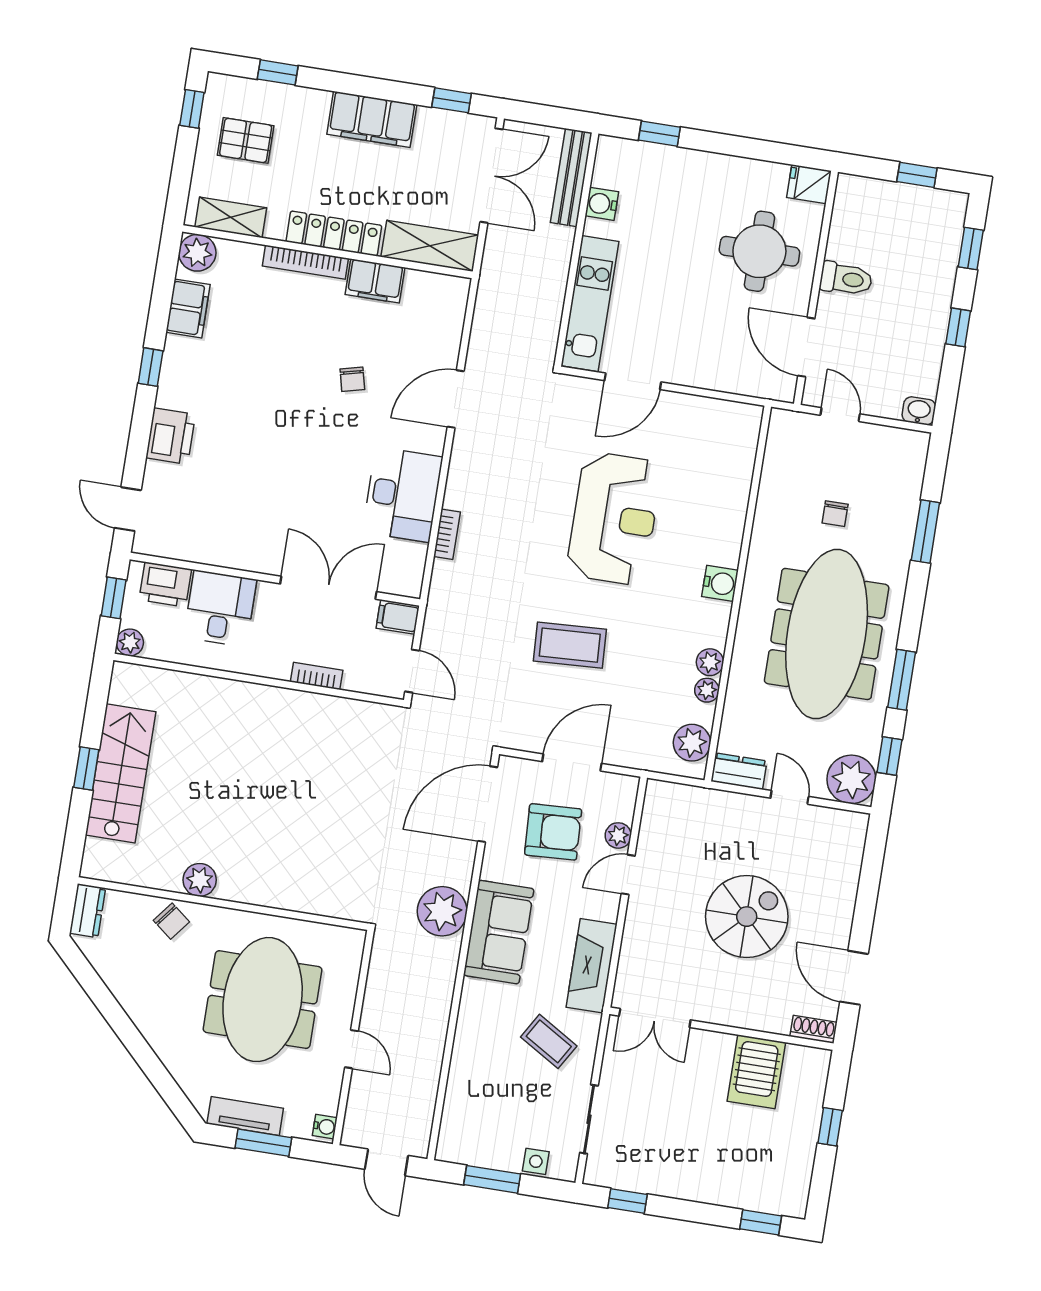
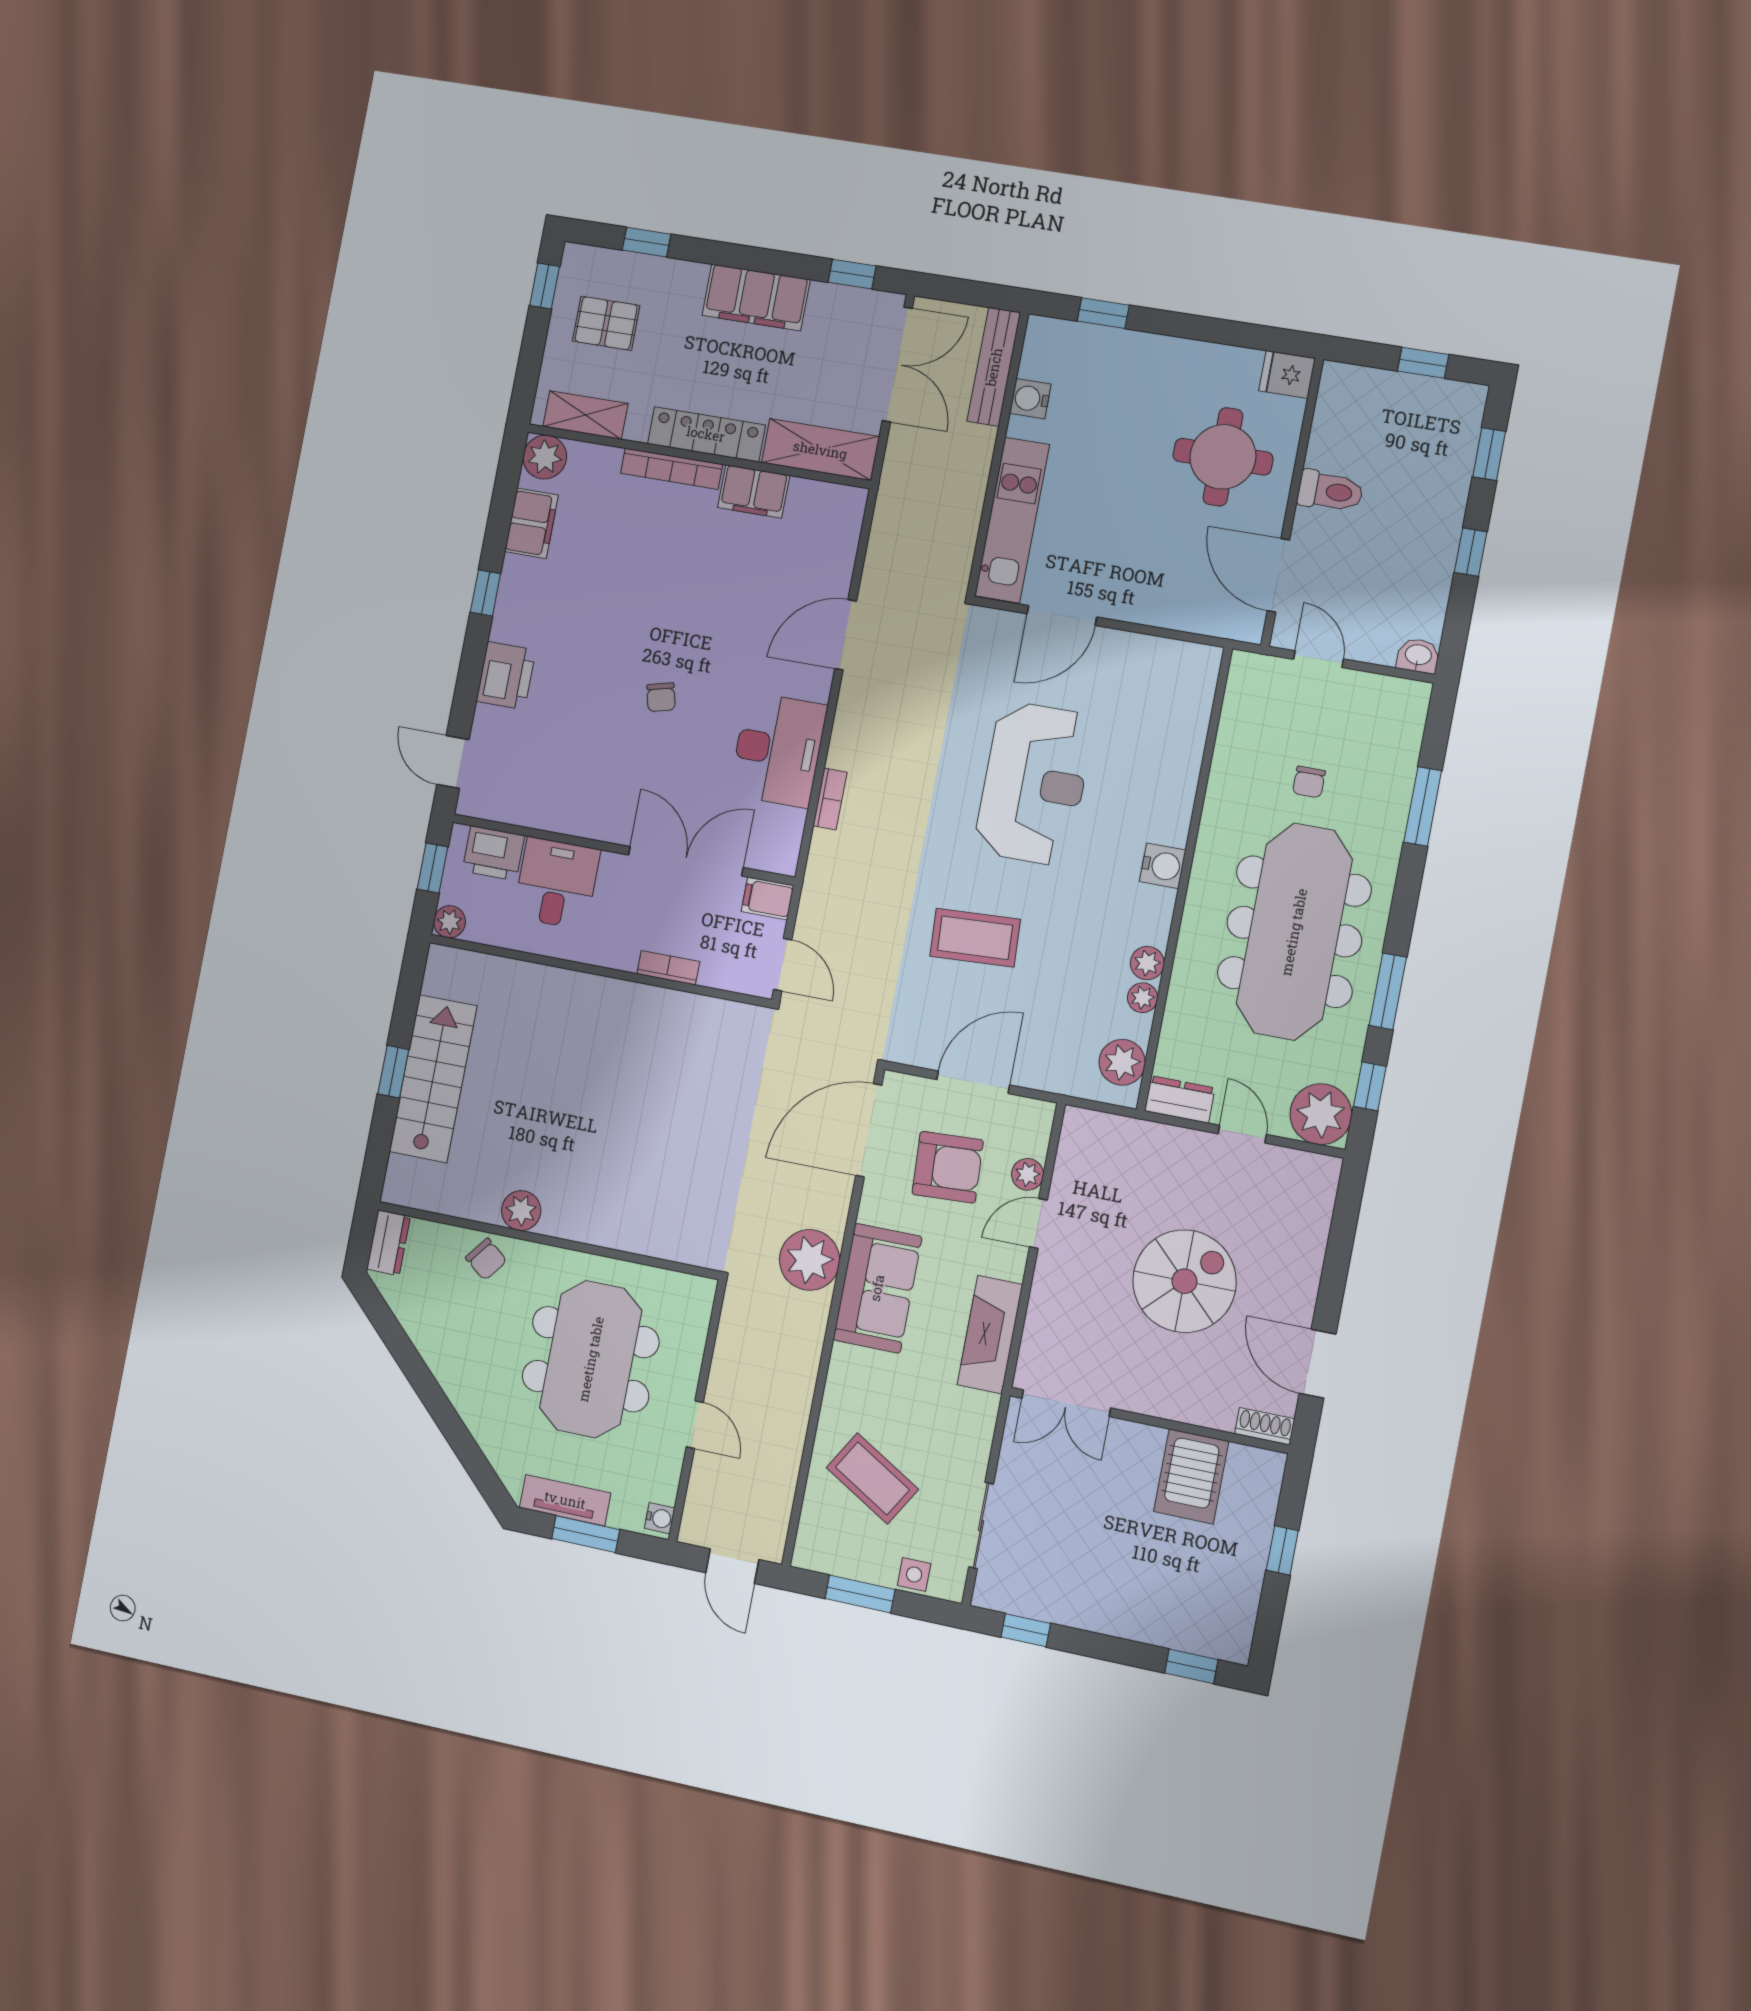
chair: (352, 379) -> (661, 697), moved
coffee table: (549, 1041) -> (872, 1478), moved, width x1.36, depth x1.30

